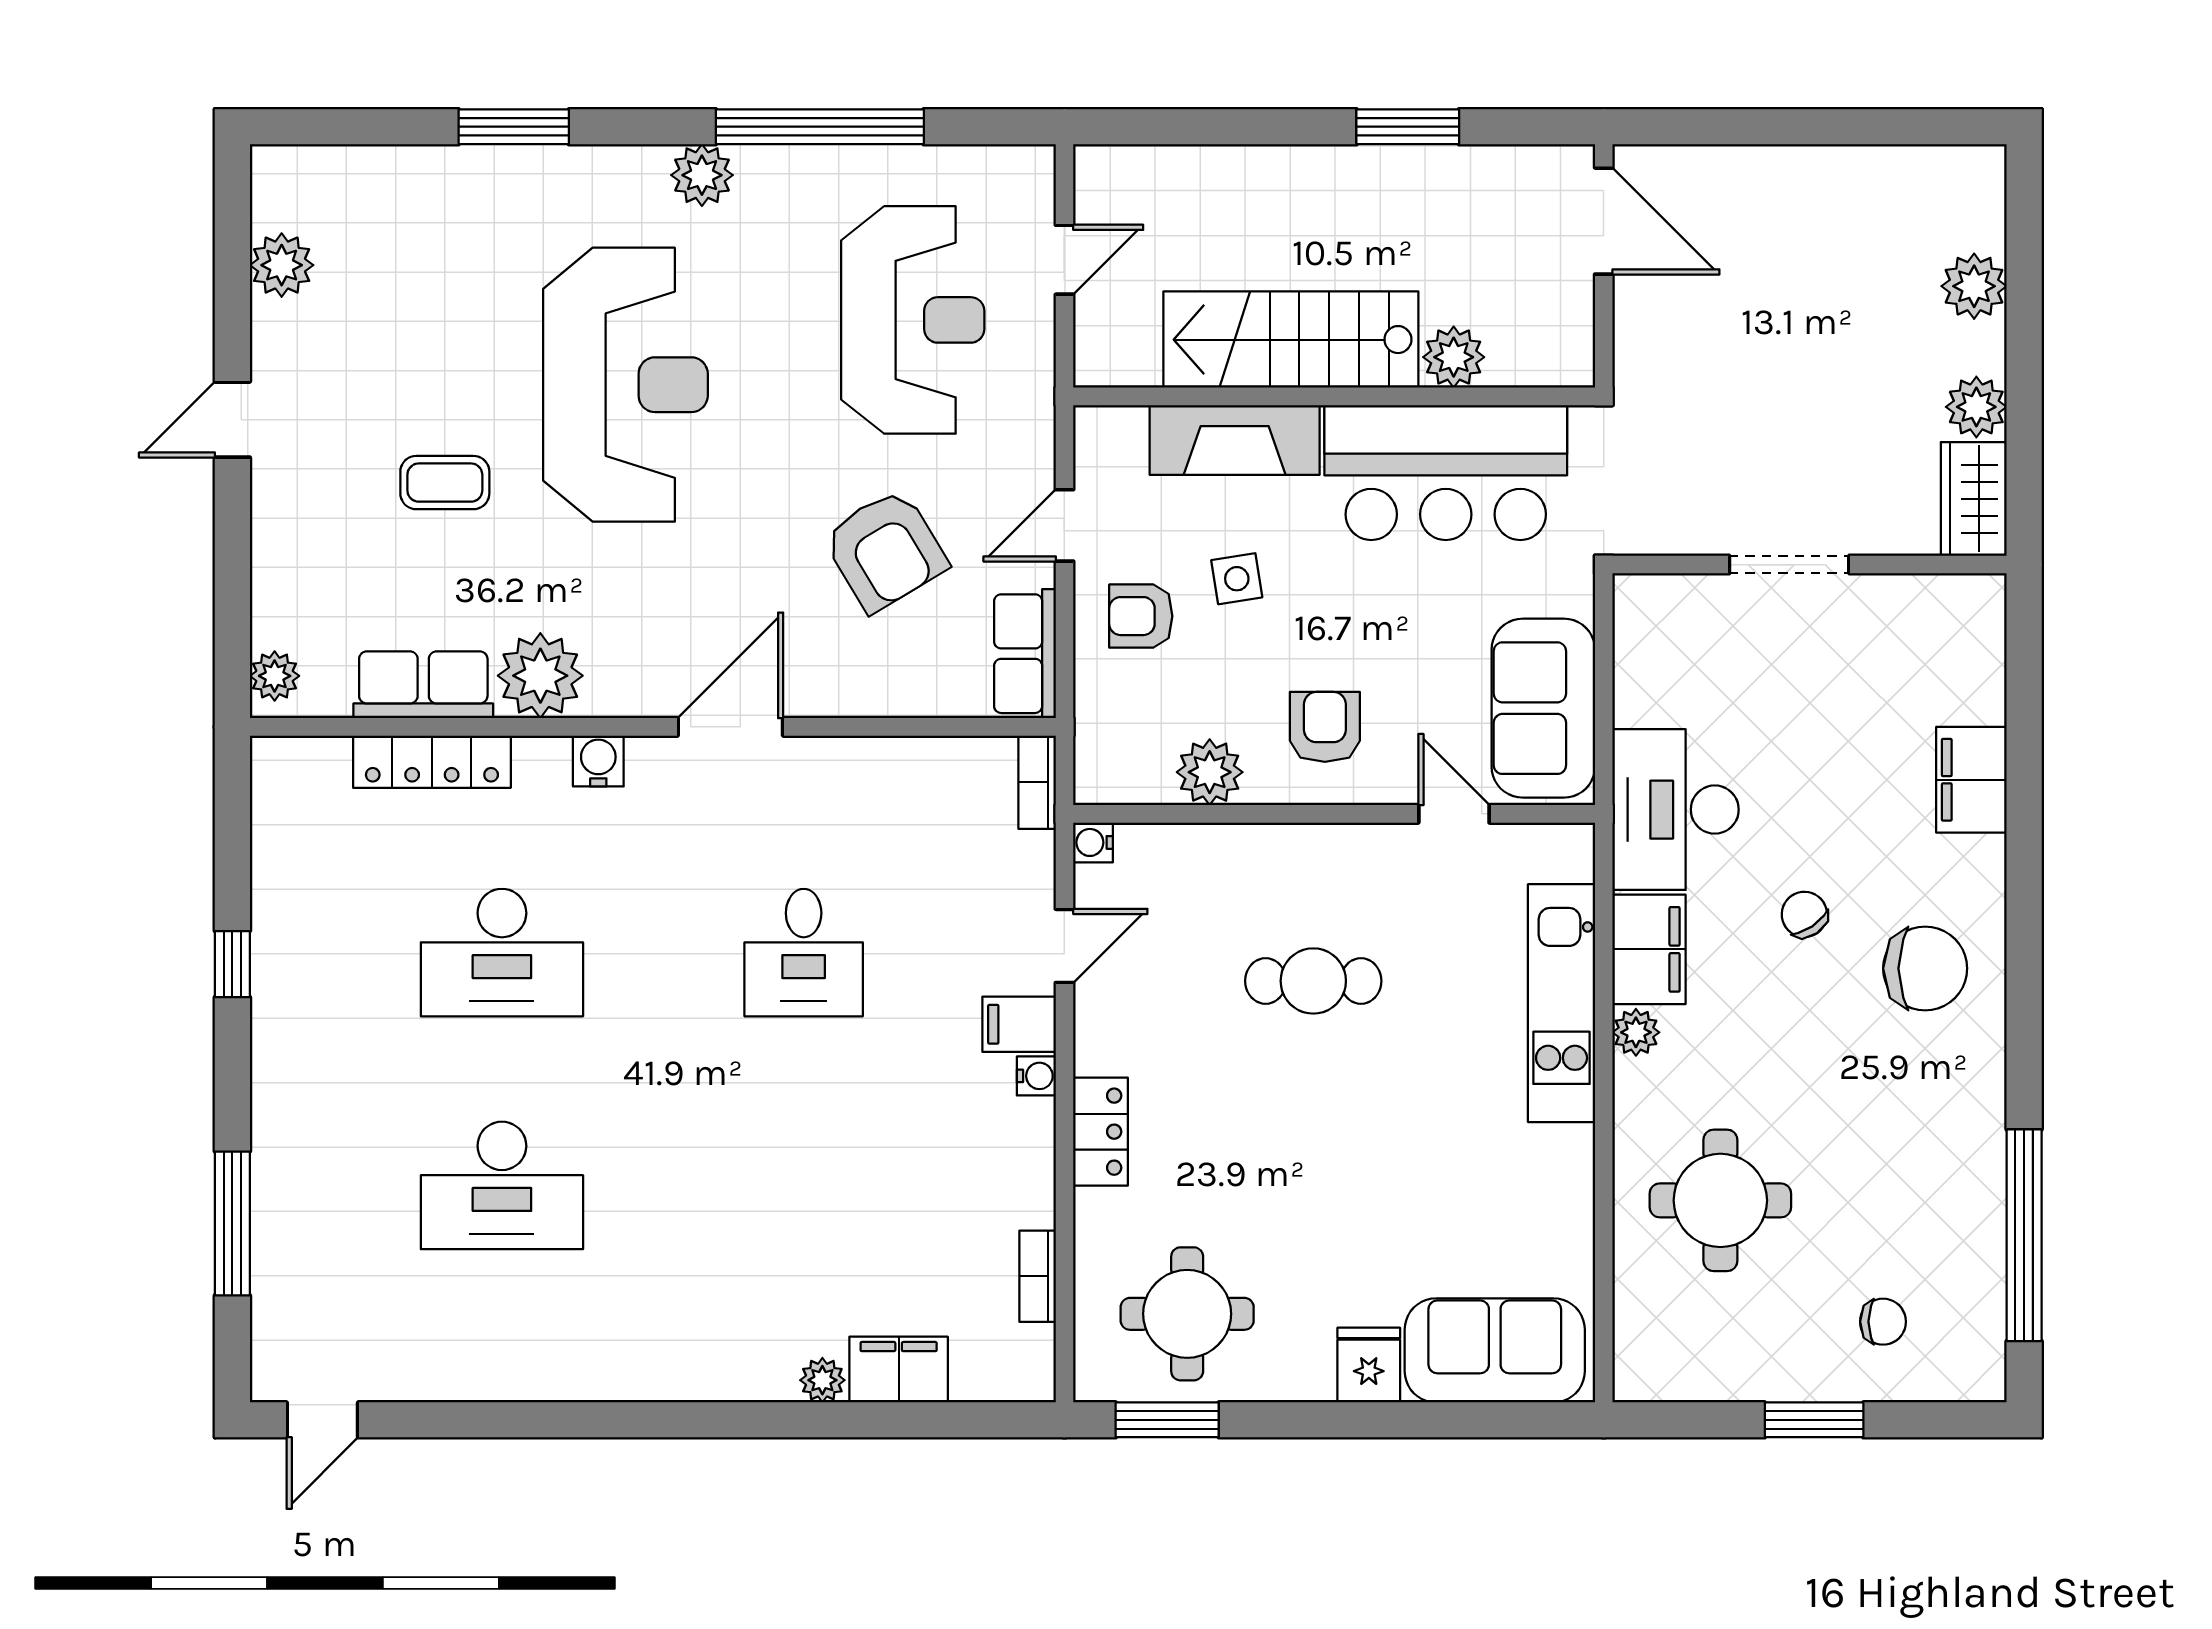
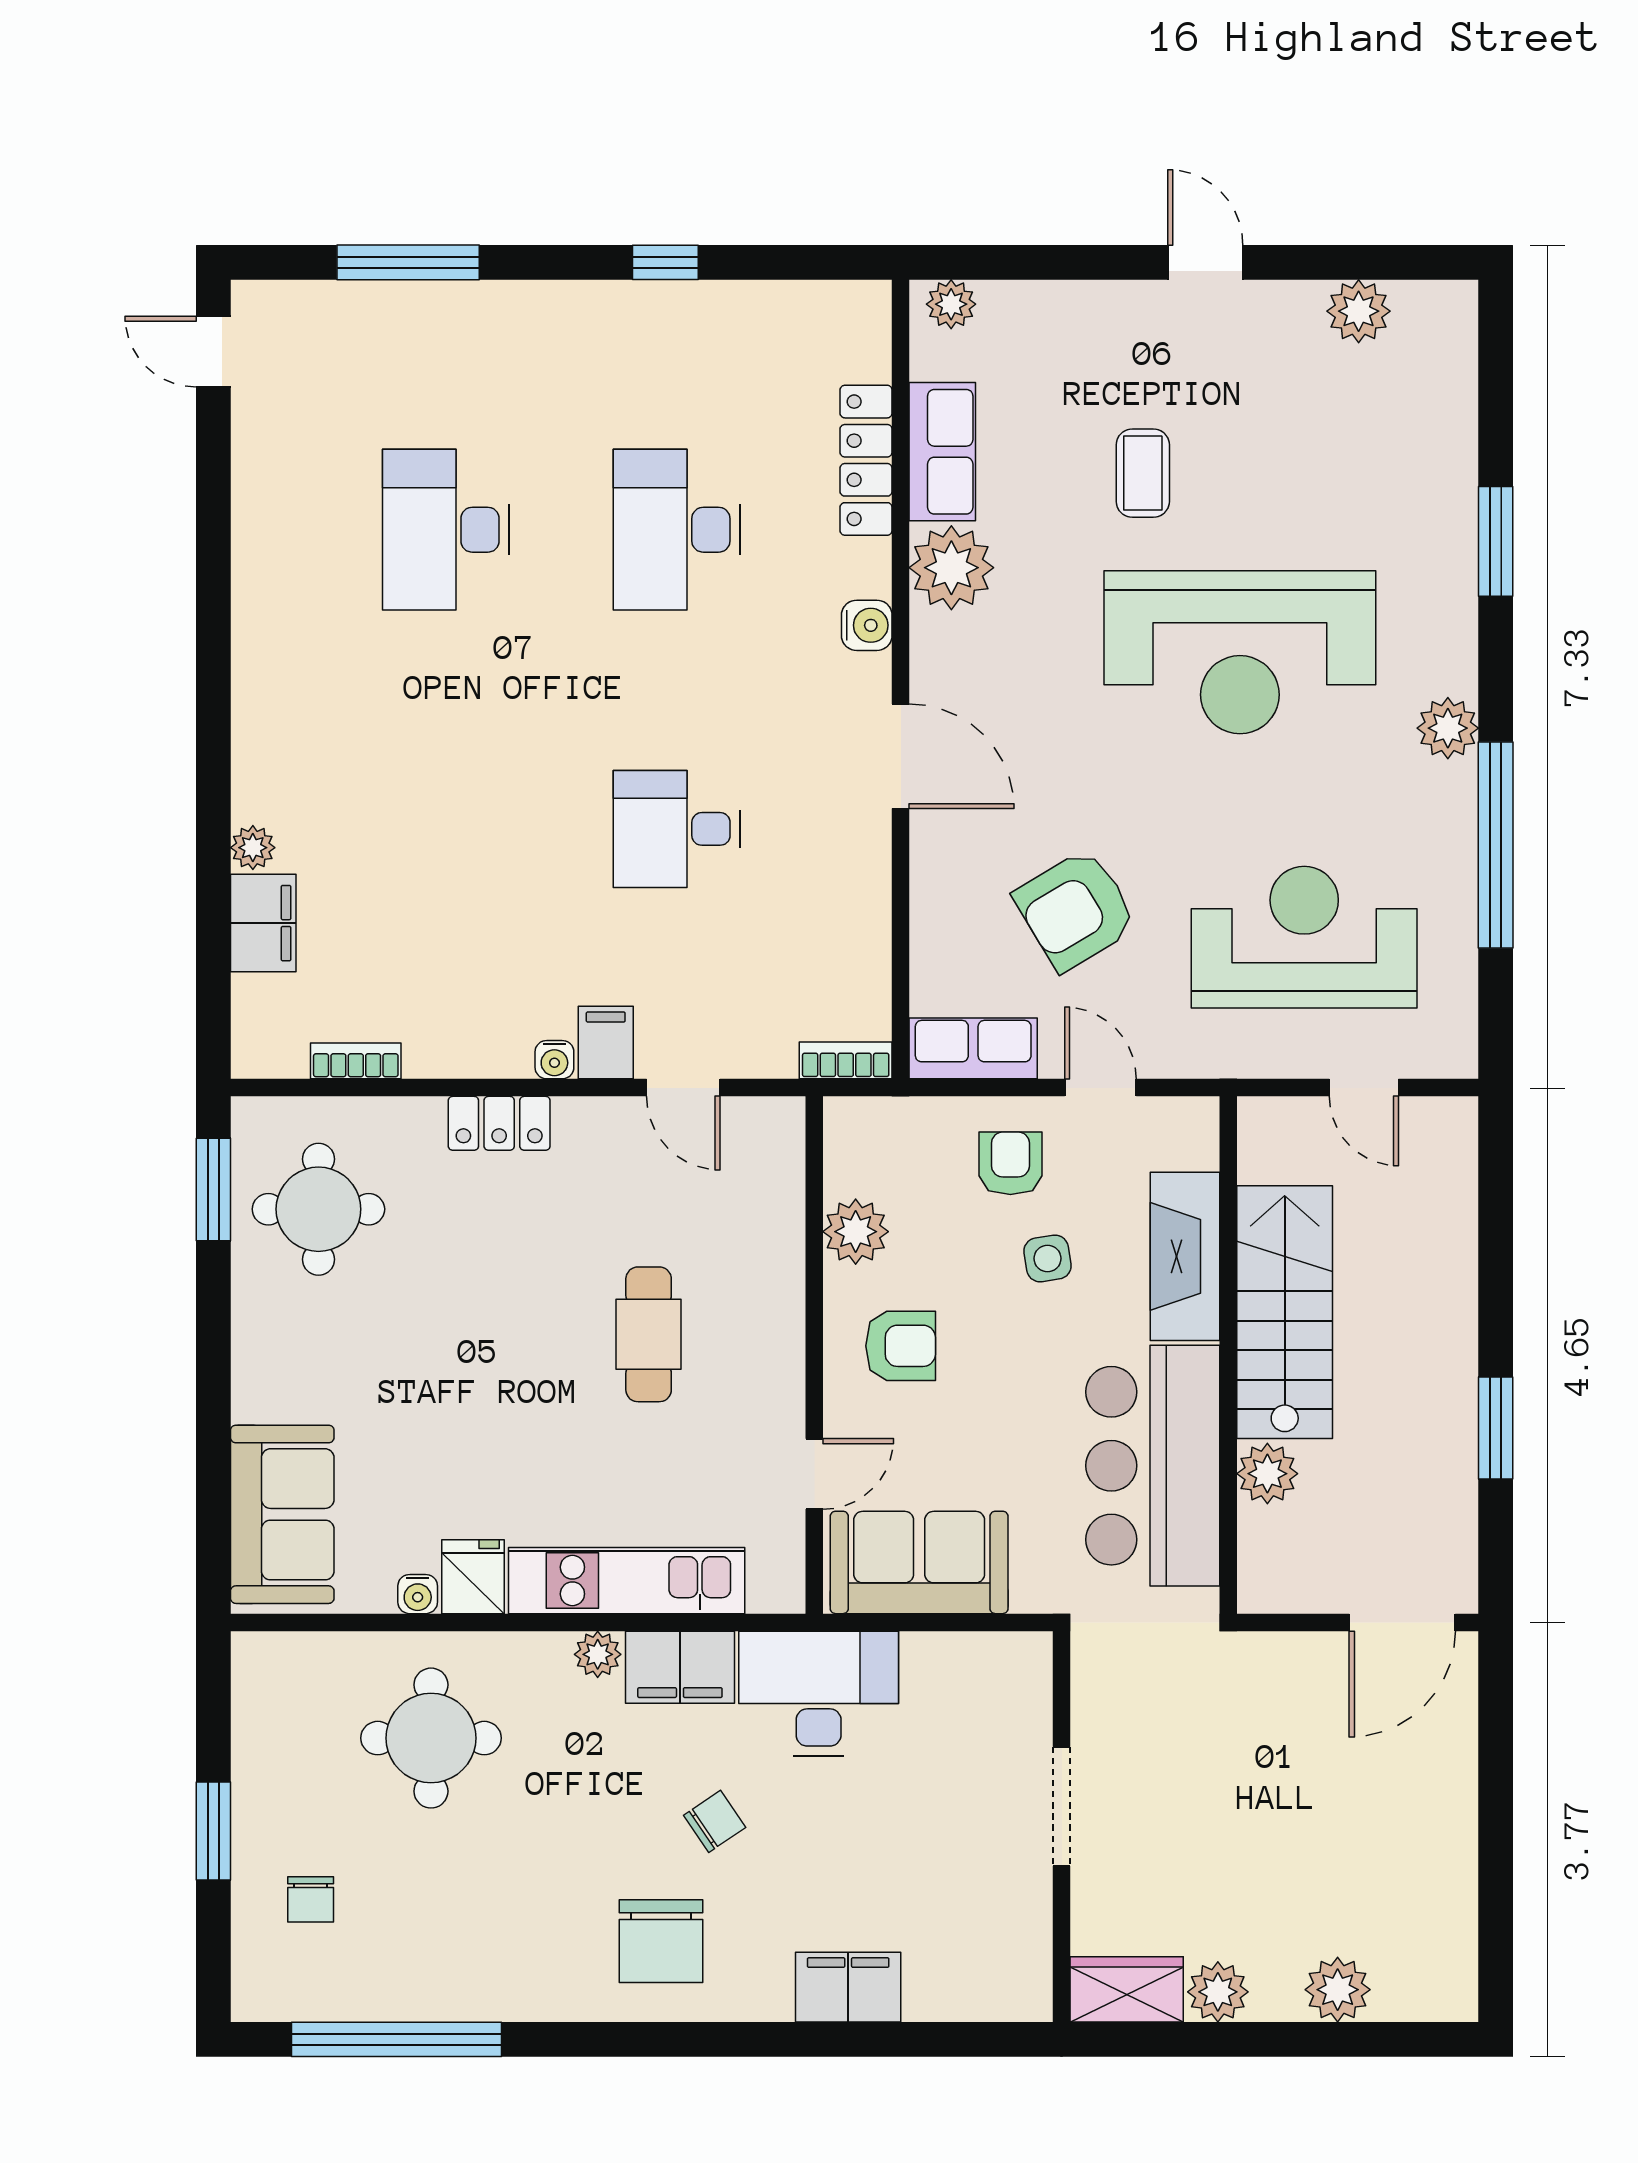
reception desk: (913, 320) -> (1304, 937), turned 180
water cooler: (1093, 842) -> (418, 1594), moved, turned 180
fridge: (1369, 1365) -> (473, 1577), moved, turned -90

